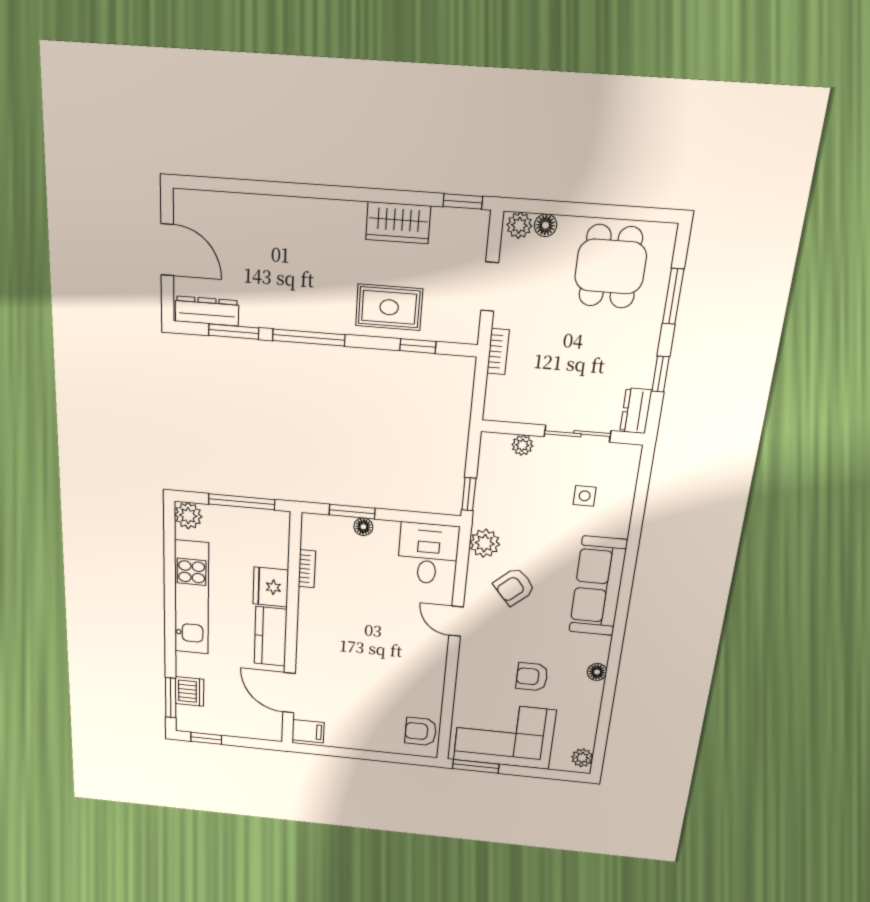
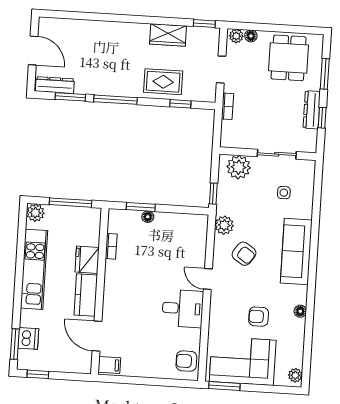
dresser: (636, 411) -> (312, 110), moved, width x1.44
plant: (522, 445) -> (239, 167), width x1.88, depth x1.88
desk: (428, 554) -> (183, 308), moved, turned 90
armchair: (514, 587) -> (244, 254), turned -105

